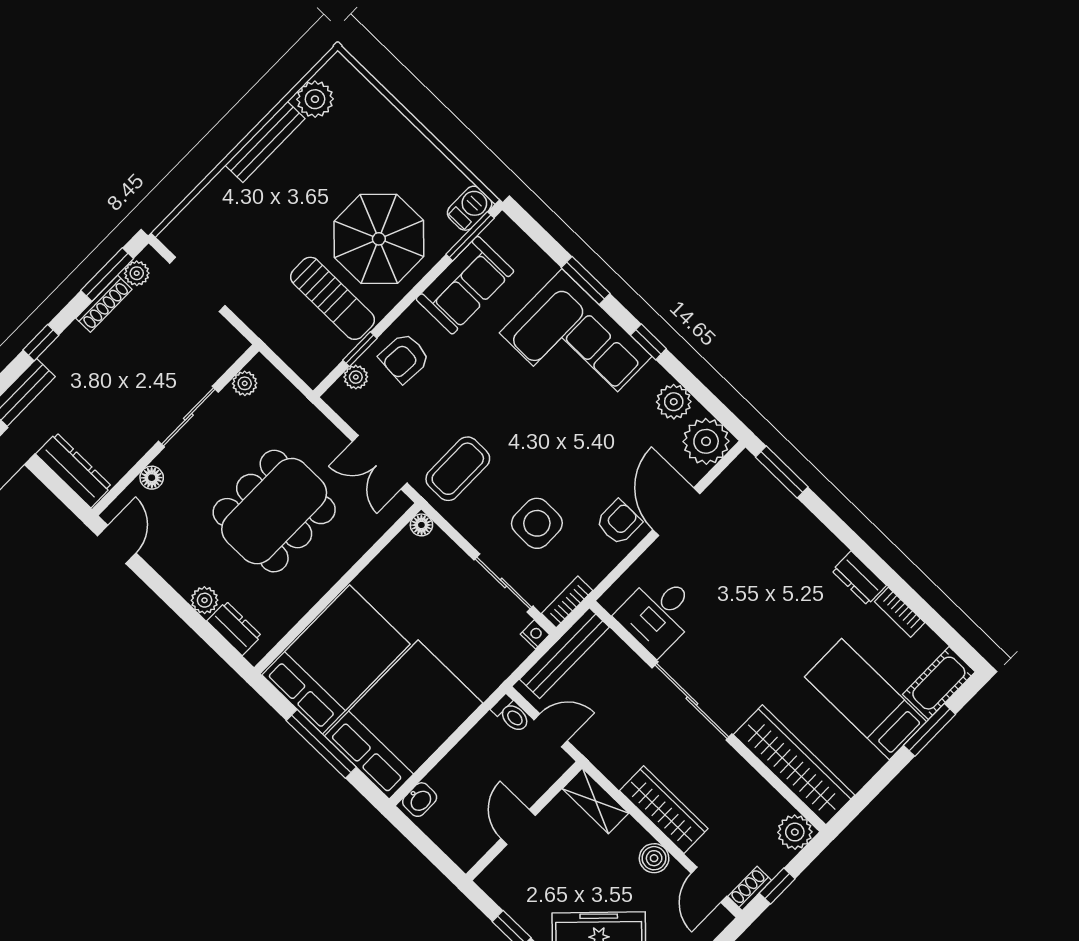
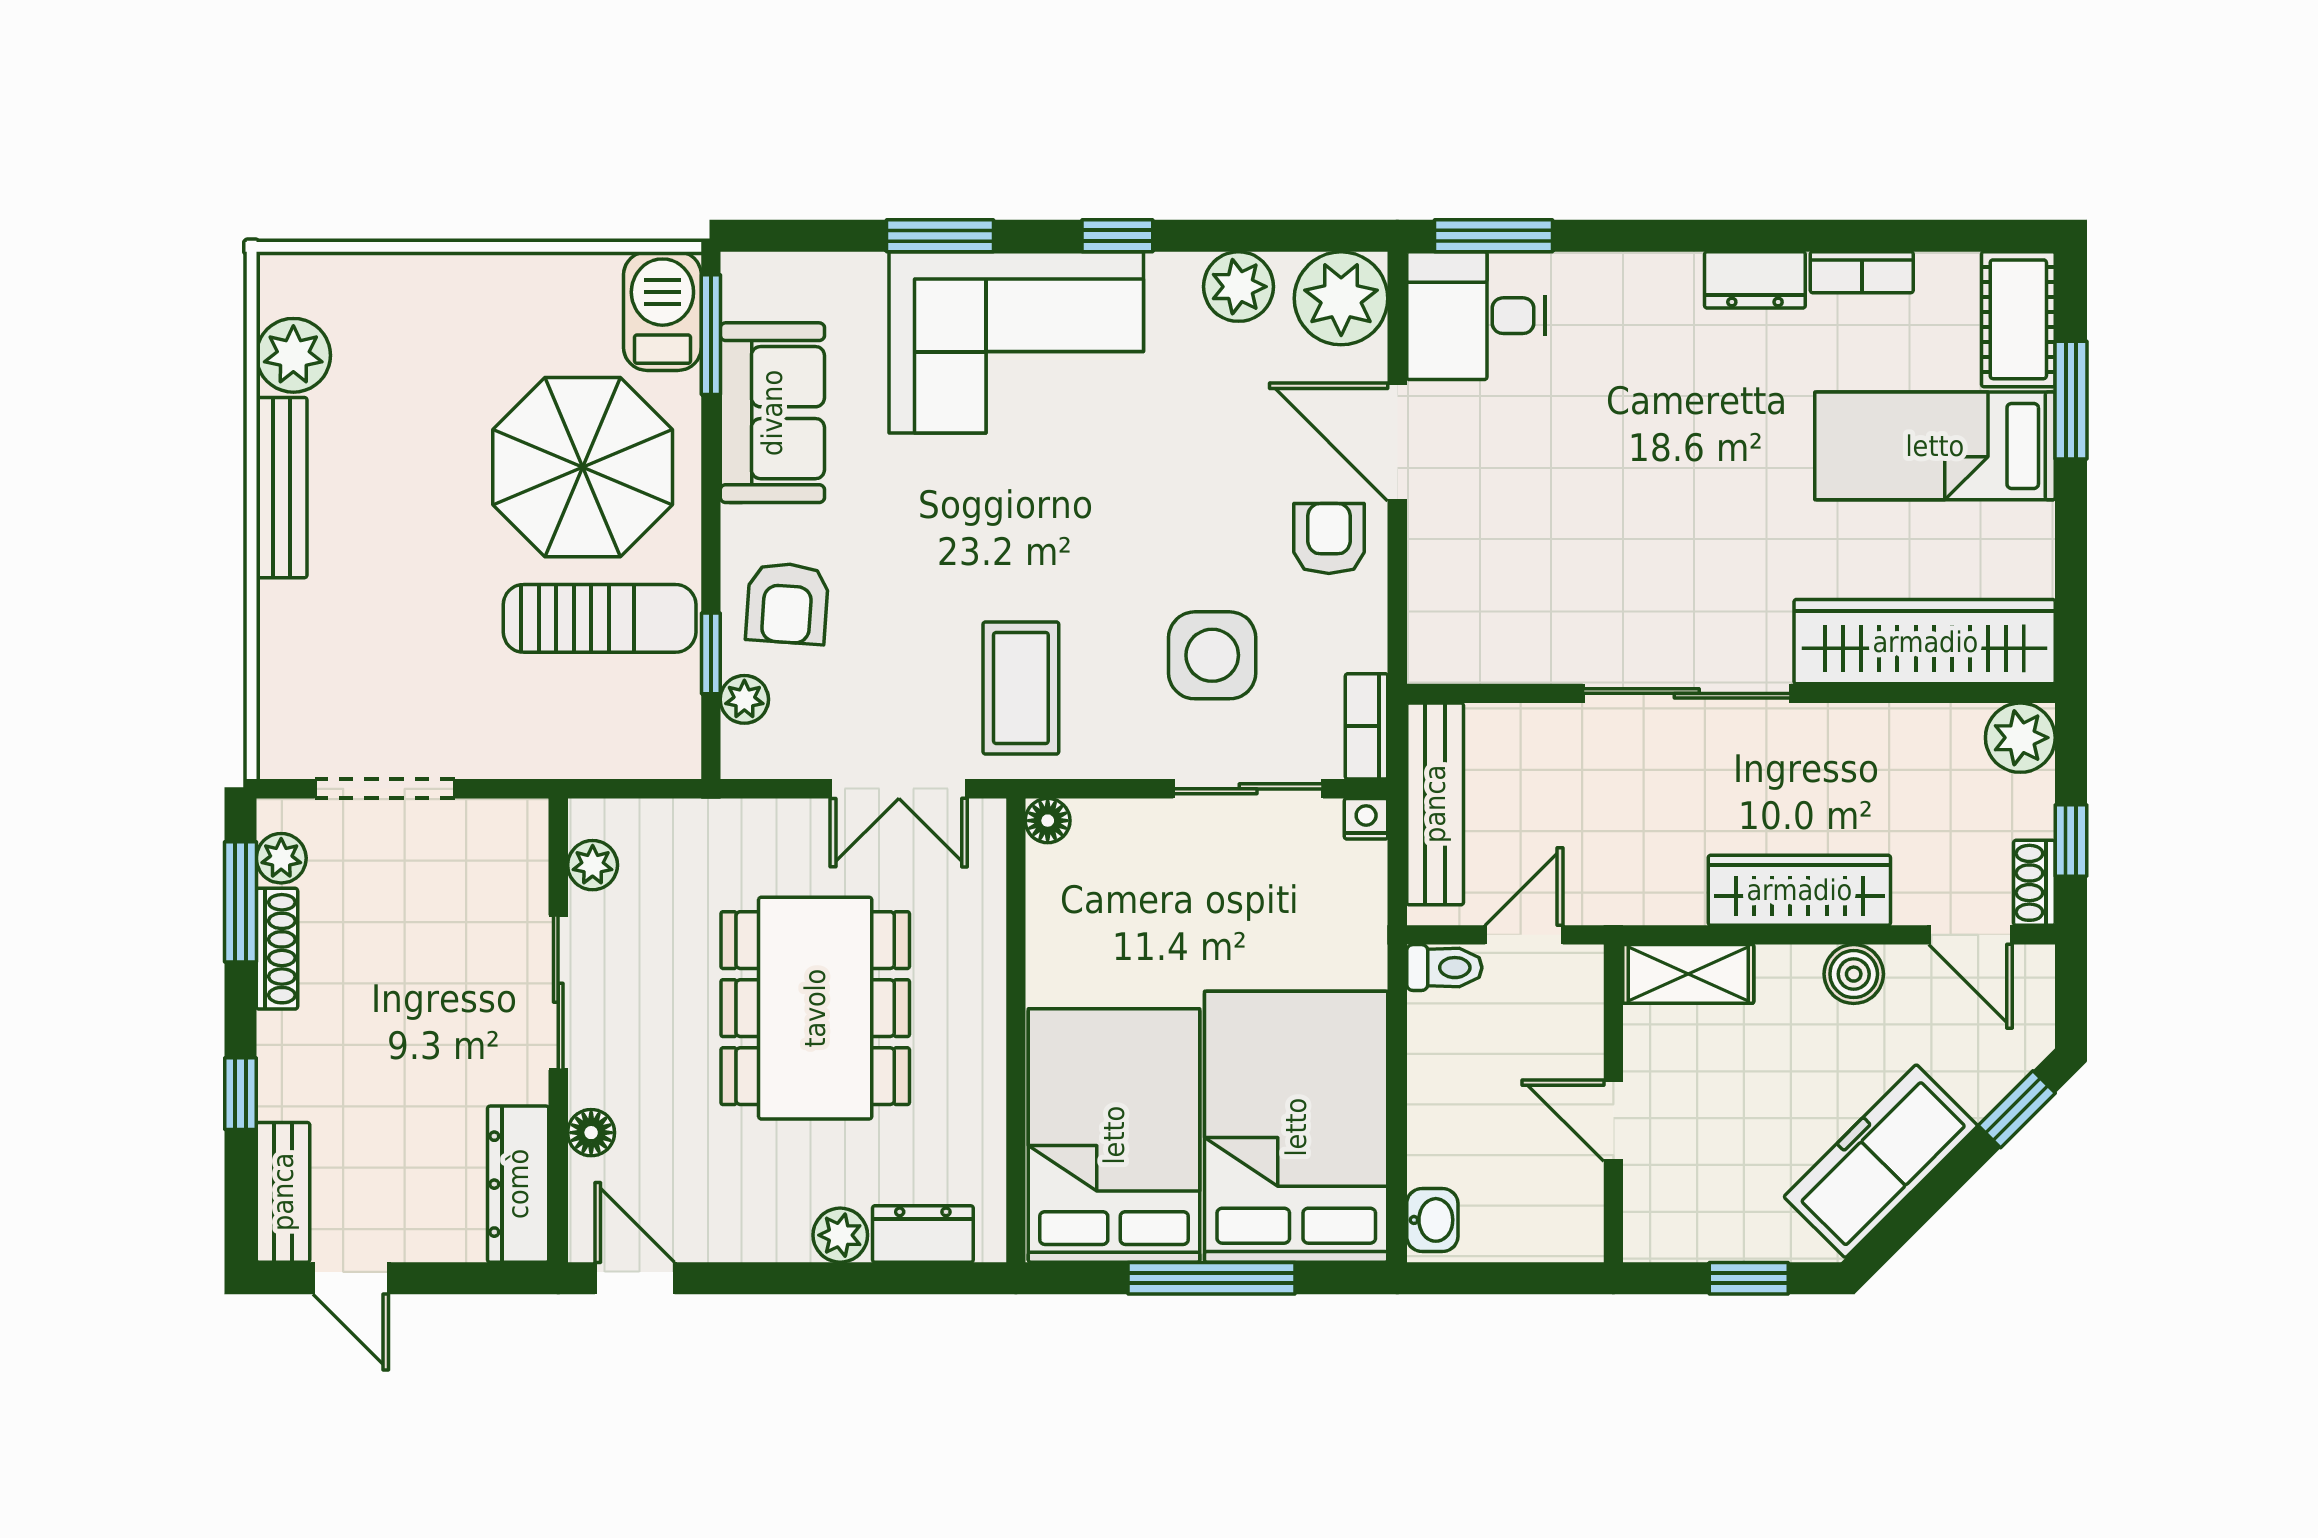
barbecue: (470, 208) -> (662, 311), width x1.38, depth x1.27
dresser: (74, 470) -> (518, 1184), moved, turned -90
desk: (658, 614) -> (1476, 316), moved, turned 90

